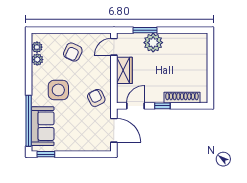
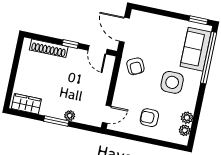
window: (145, 30) -> (56, 121), moved
plant: (153, 43) -> (70, 116), width x0.53, depth x0.53
armchair: (73, 52) -> (149, 118), turned -115
wardrobe: (124, 70) -> (26, 104), moved, turned 90
door: (135, 106) -> (97, 50), hinge flipped

